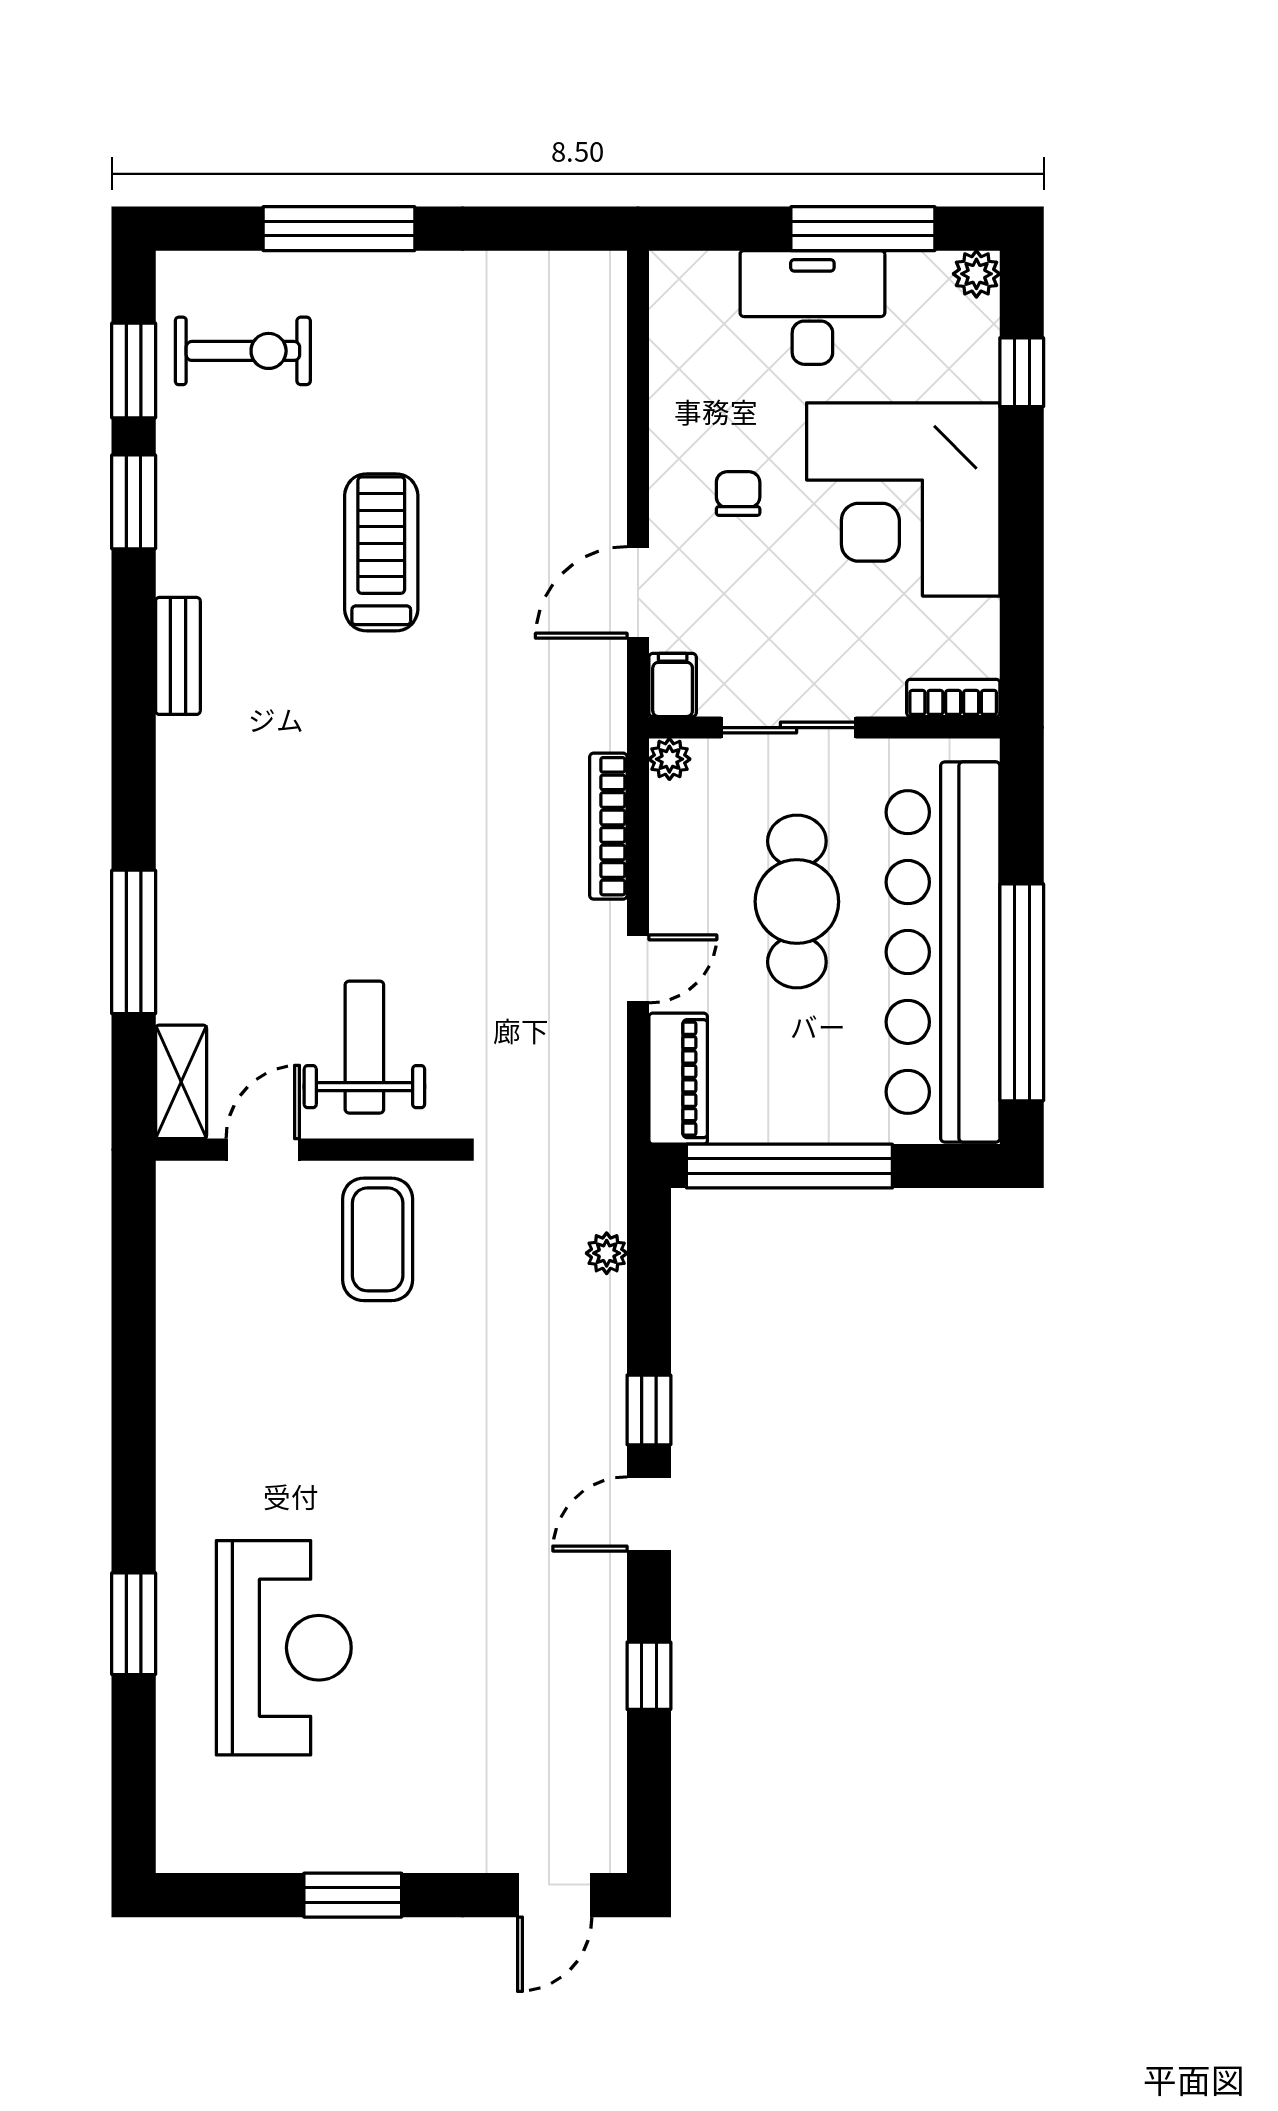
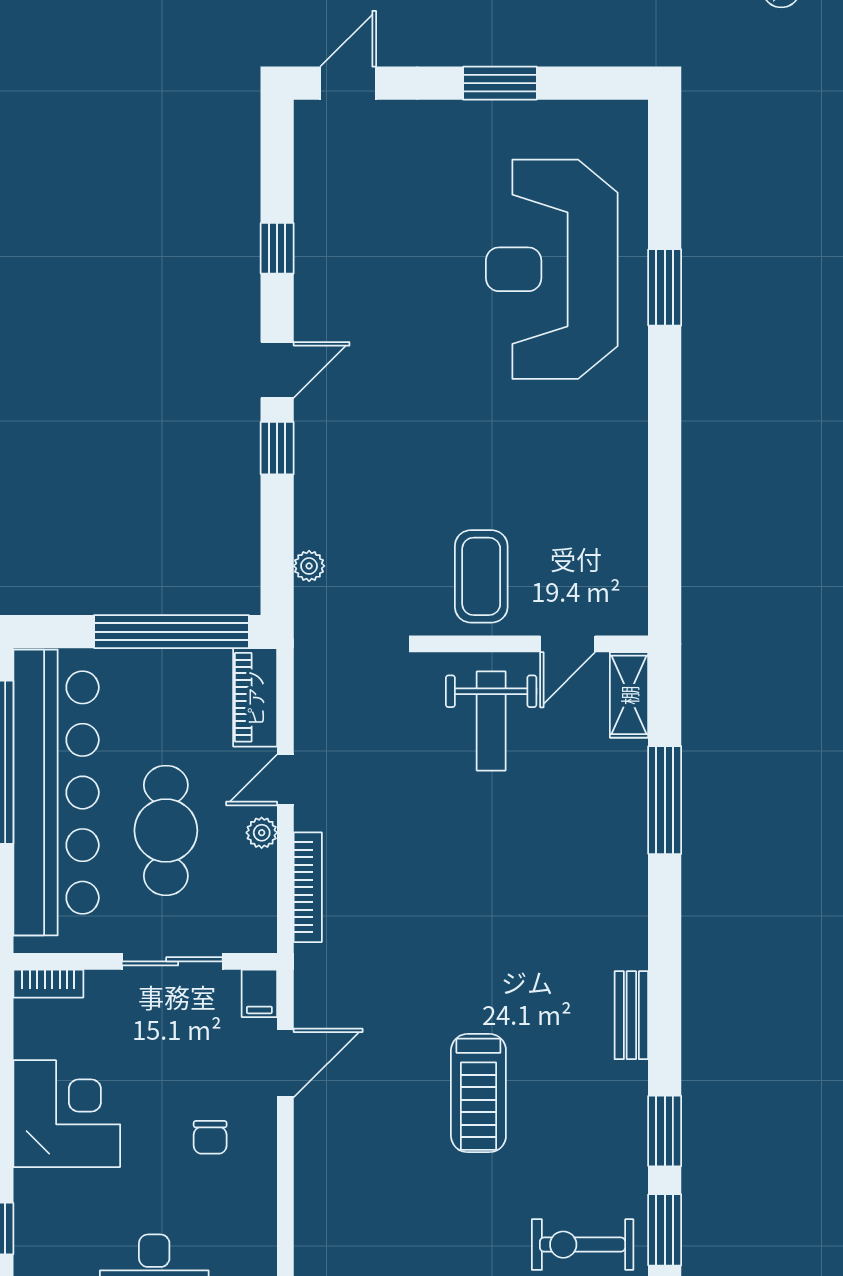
corner desk: (903, 499) -> (67, 1114), width x0.74, depth x0.74
plant: (669, 759) -> (262, 833), moved
reception desk: (284, 1648) -> (552, 269), width x1.36, depth x1.30

